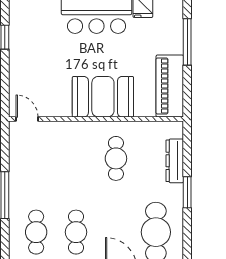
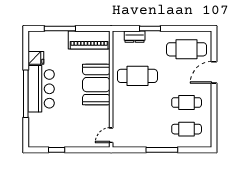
cafe table: (116, 158) -> (137, 76), width x1.37, depth x1.35
dresser: (175, 161) -> (135, 37), width x0.70
window: (187, 192) -> (150, 29), moved

